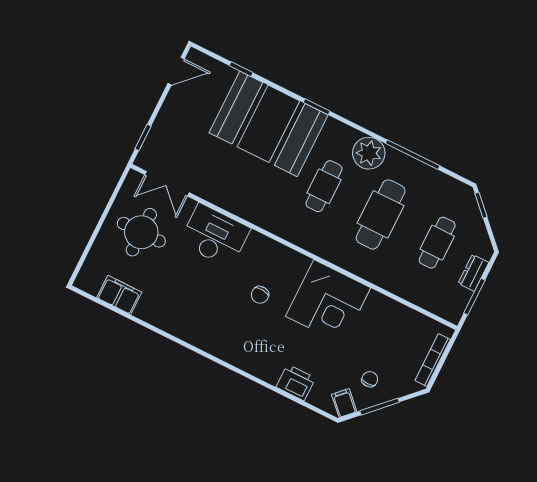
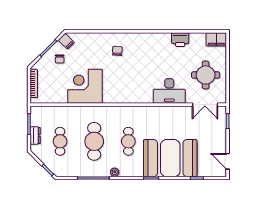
door: (176, 71) -> (228, 161), hinge flipped
plant: (369, 153) -> (115, 172), width x0.53, depth x0.53
double door: (167, 184) -> (205, 105), swing flipped
filing cabinet: (119, 295) -> (216, 39), moved
chair: (260, 295) -> (117, 51), moved
corner desk: (328, 302) -> (85, 86), moved
printer: (296, 382) -> (180, 40), moved

